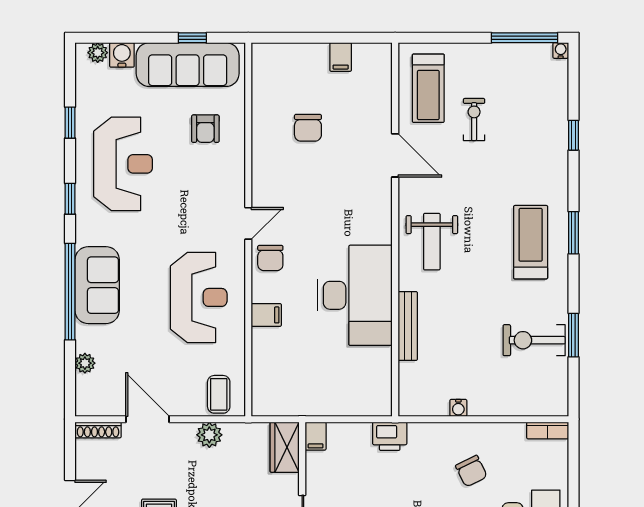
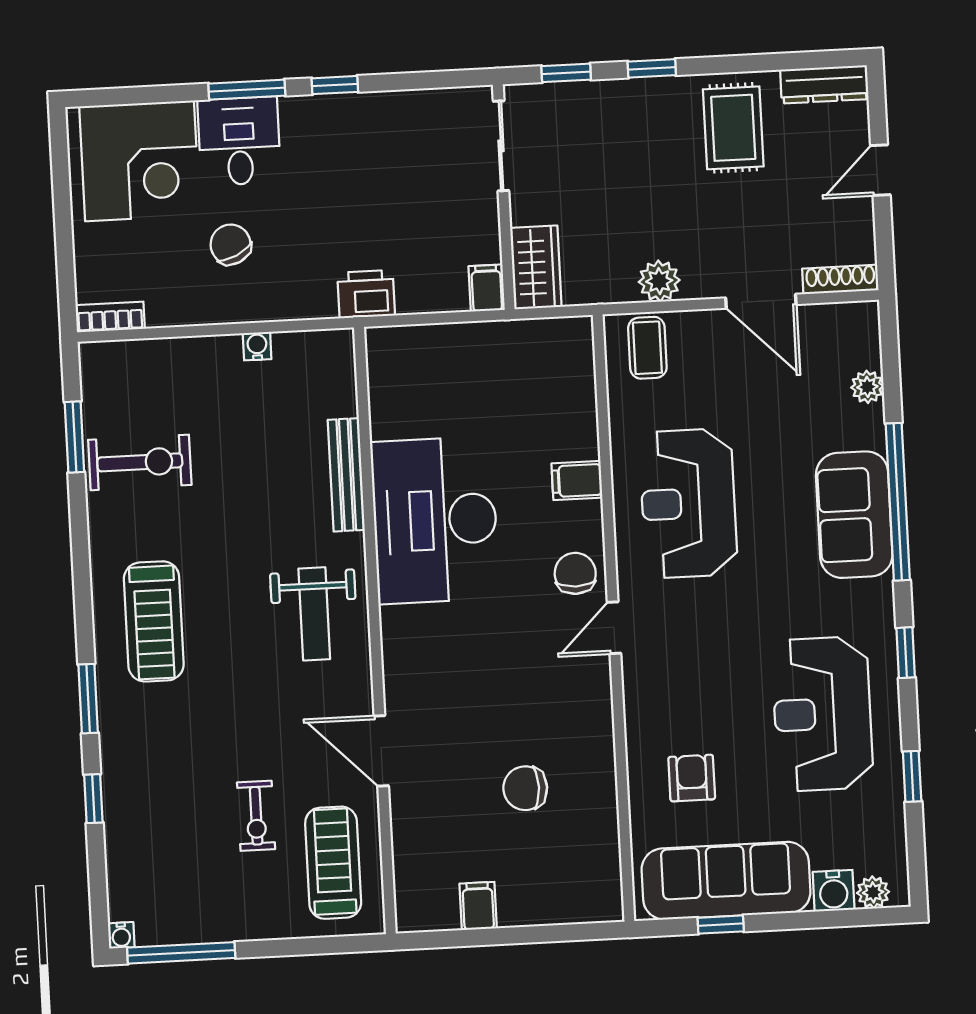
chair: (308, 128) -> (525, 788), turned -90
window: (573, 233) -> (88, 699), moved
weight bench: (432, 242) -> (314, 614), turned 180
window: (573, 335) -> (74, 437), moved

